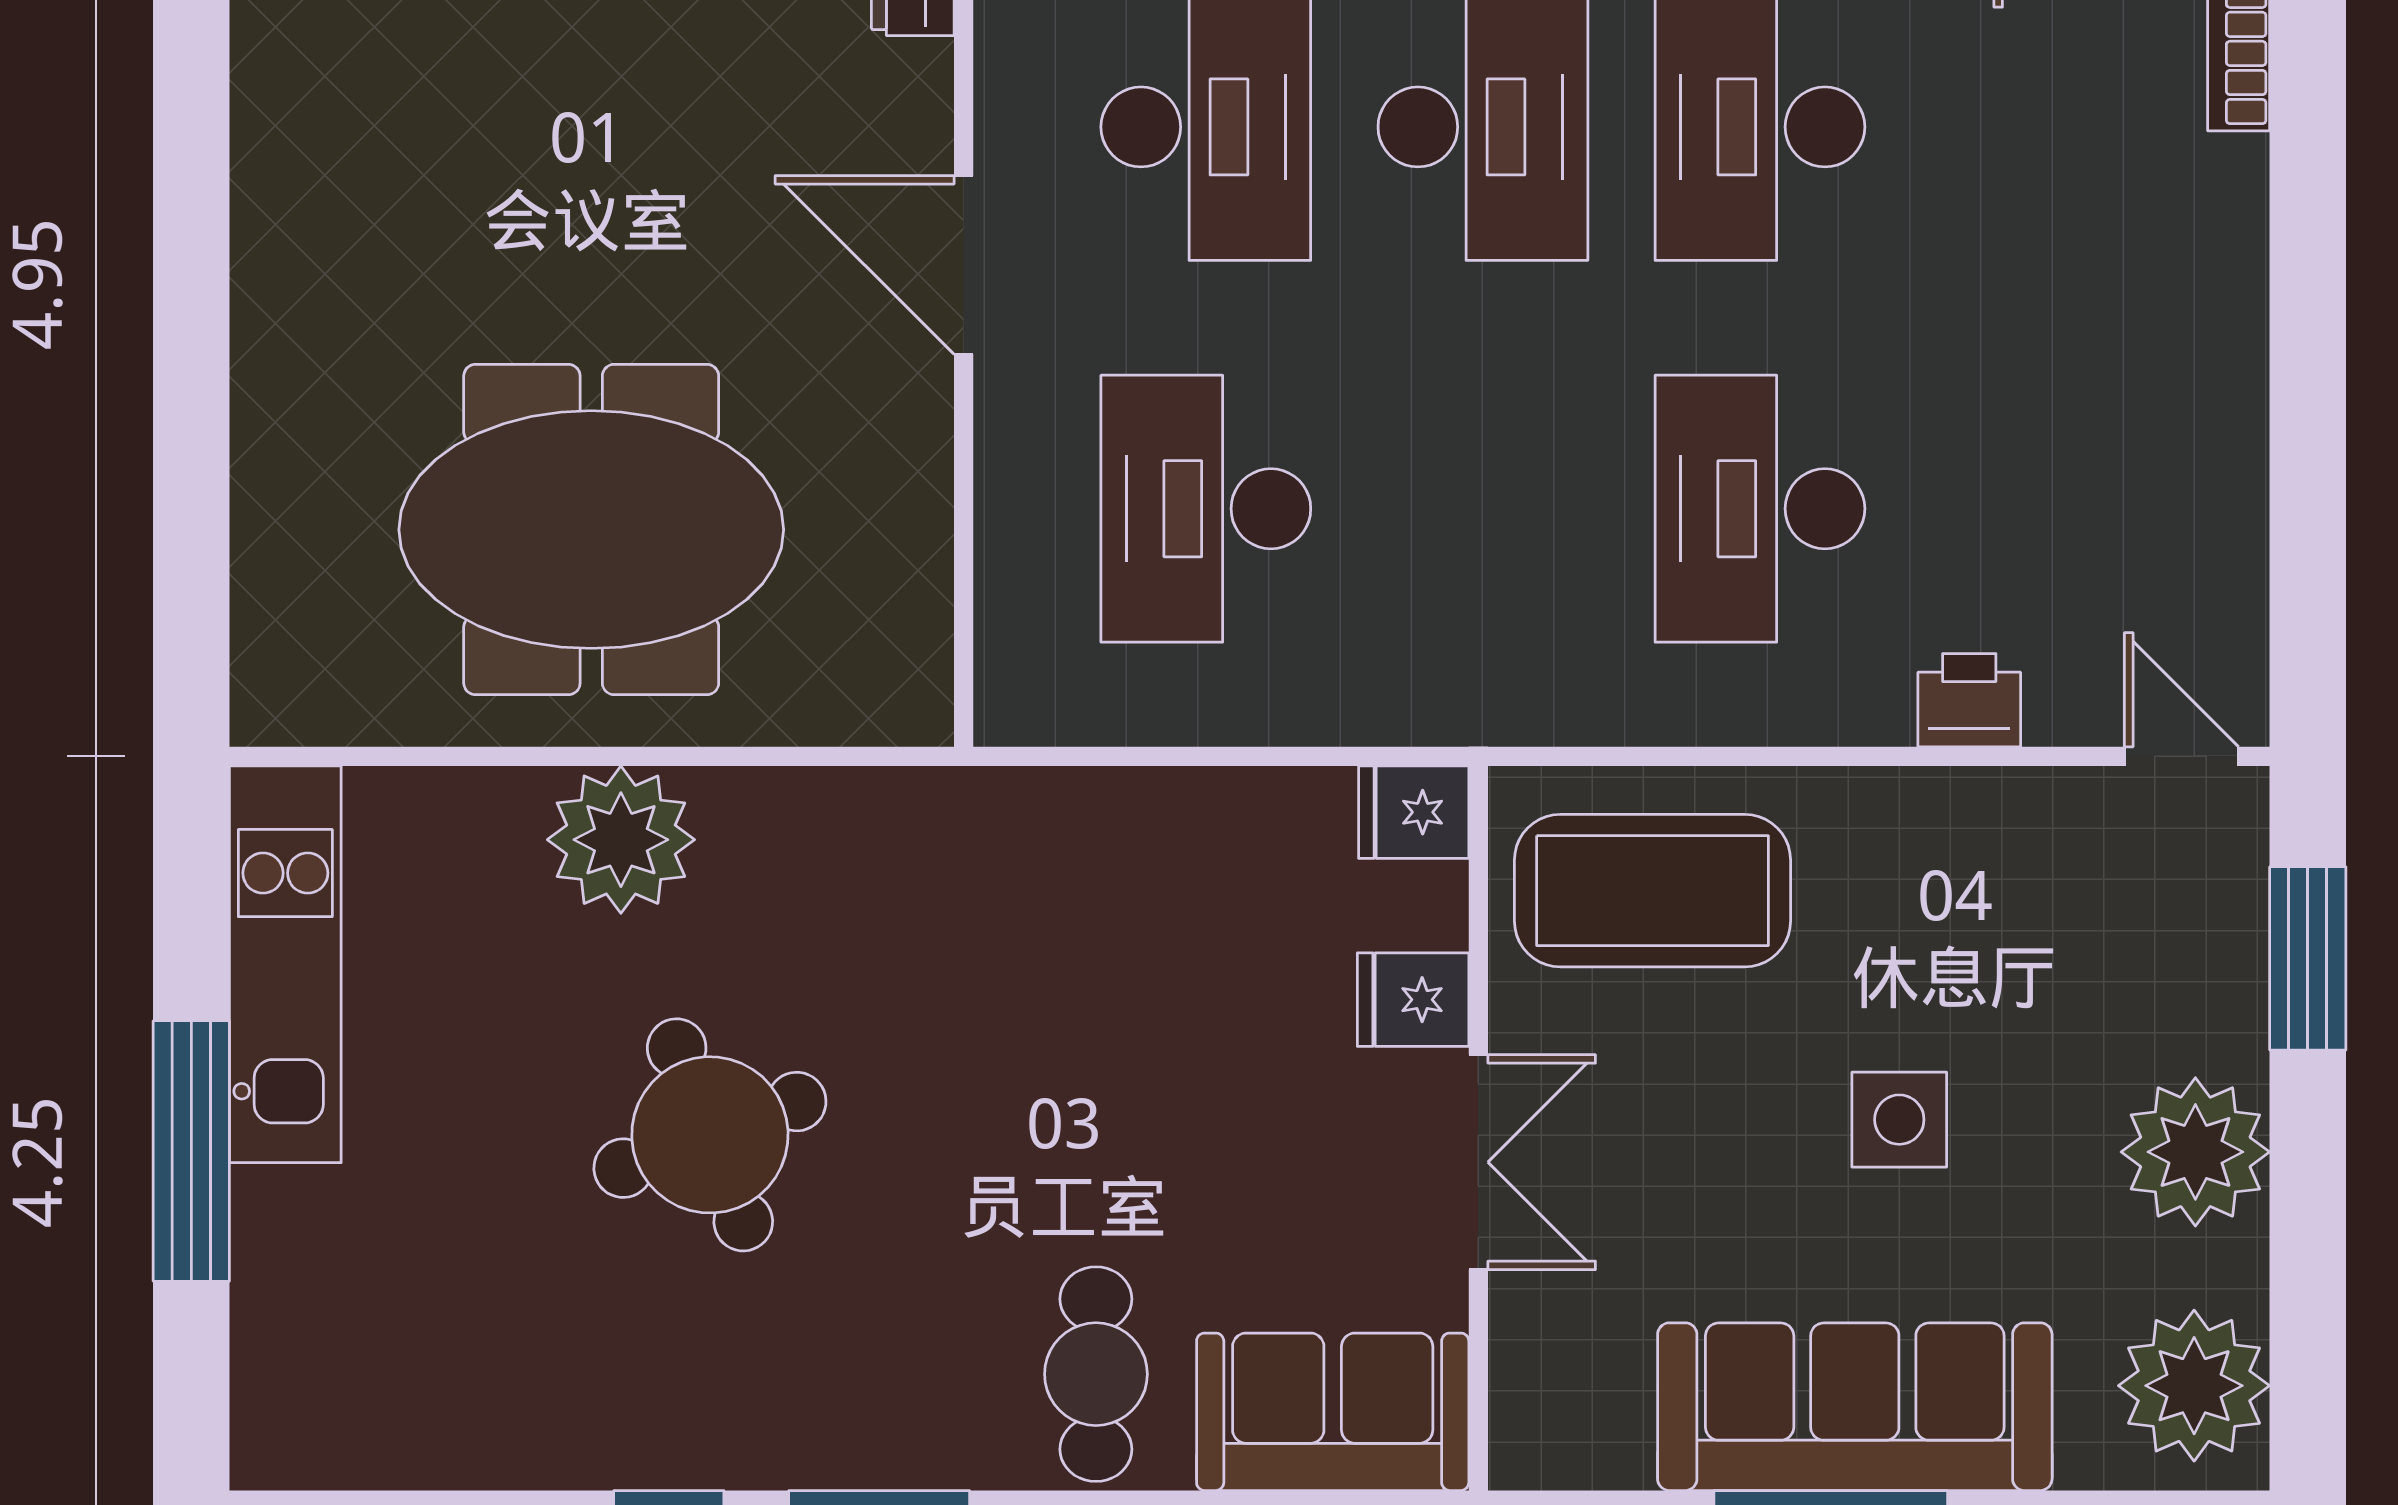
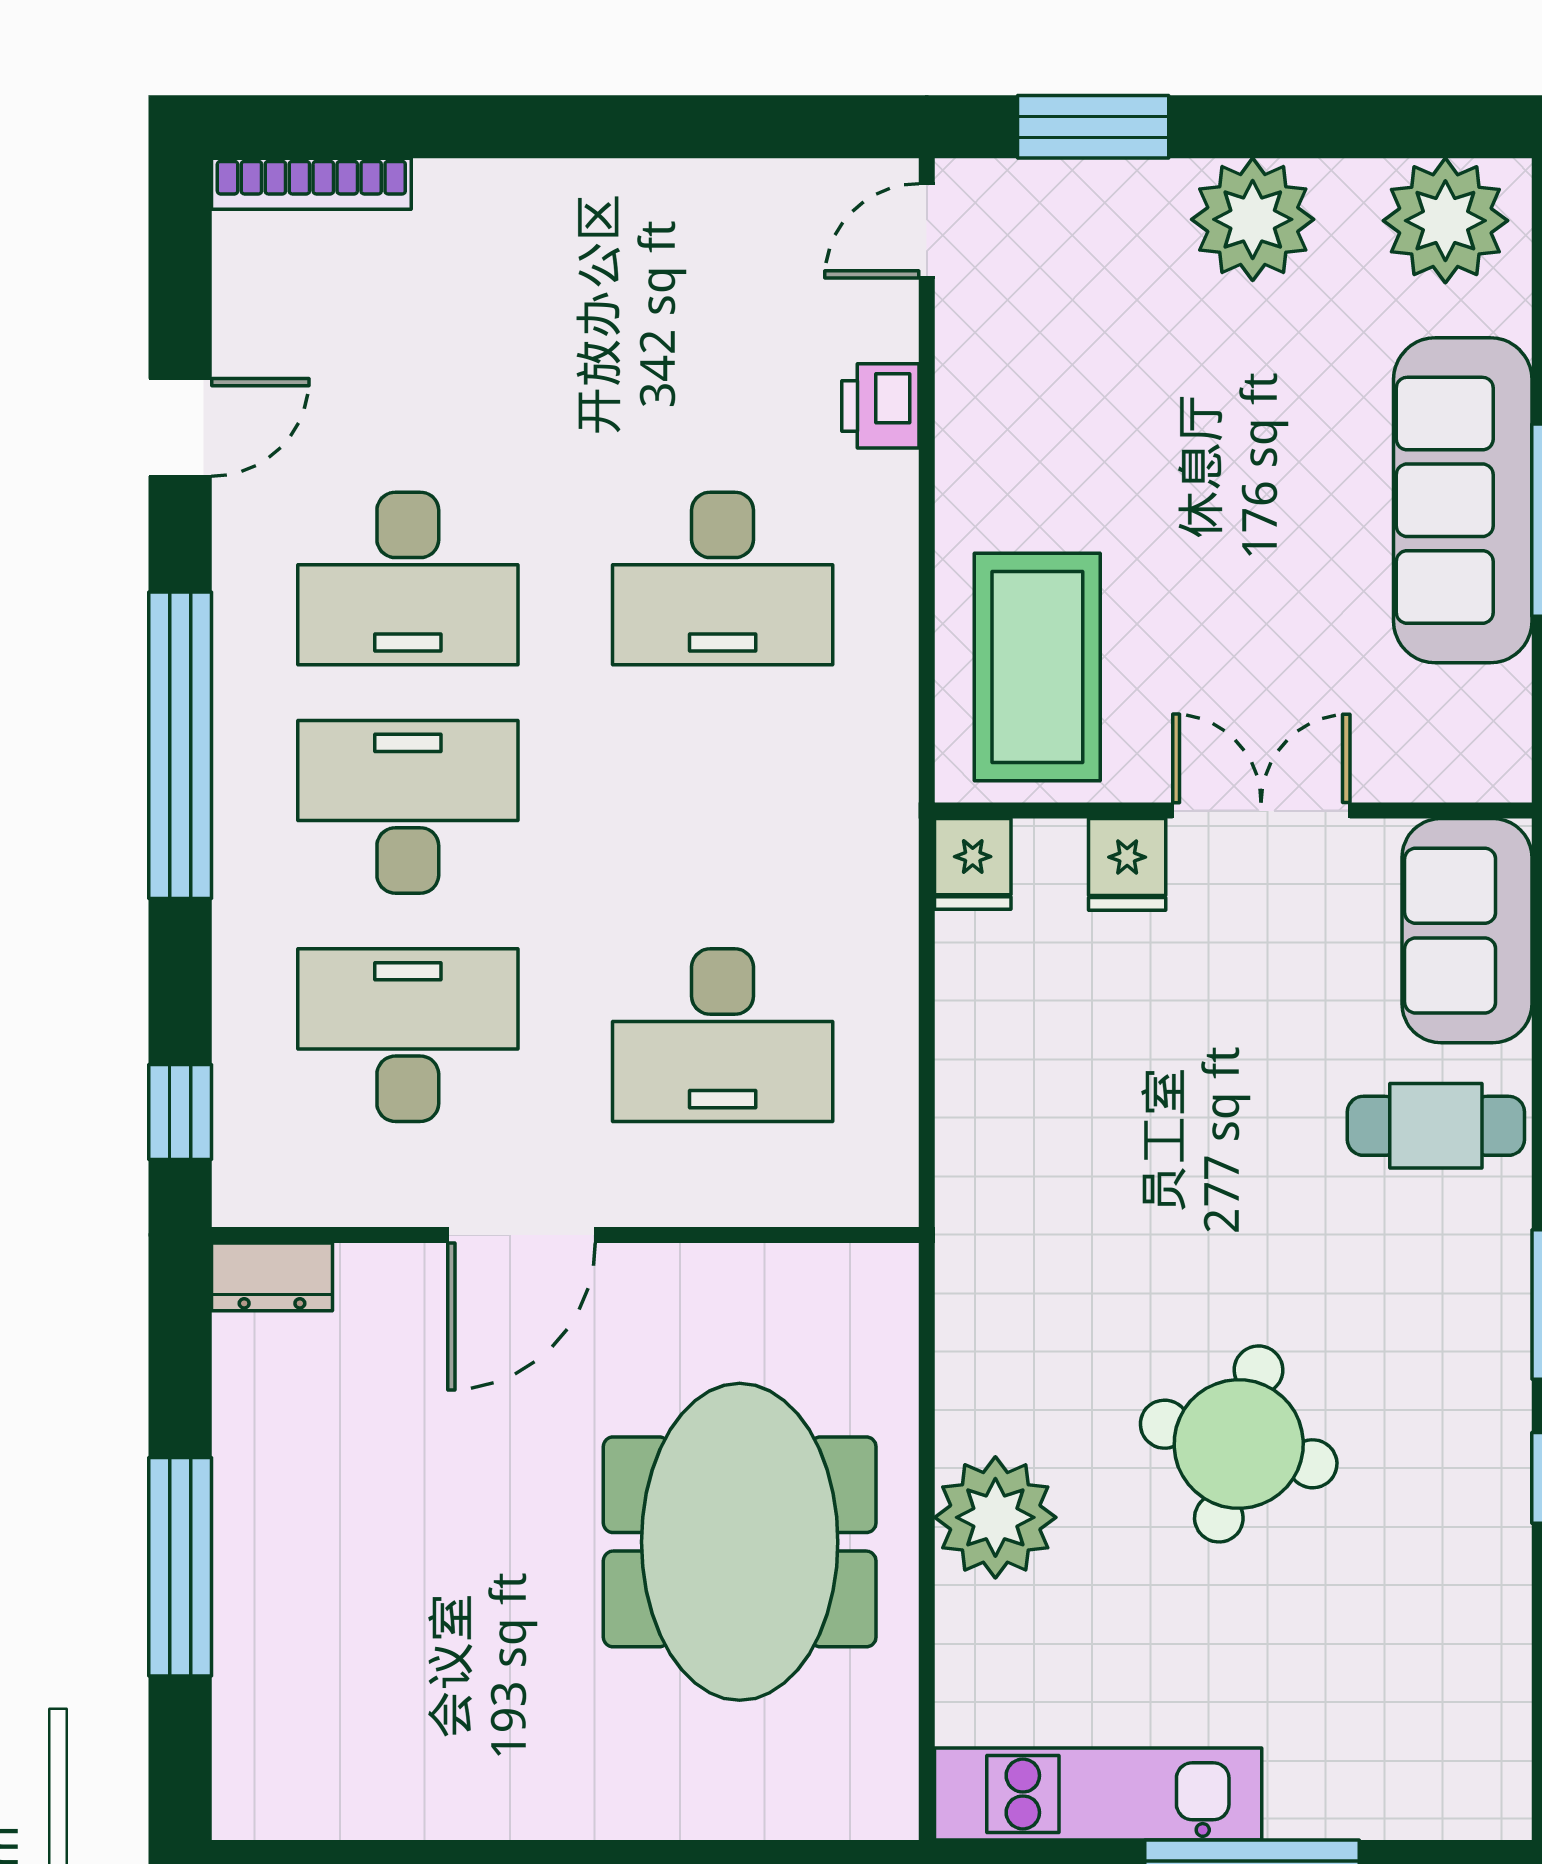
side table: (1899, 1120) -> (1226, 464), removed
round table: (710, 1135) -> (1239, 1444), turned 36

